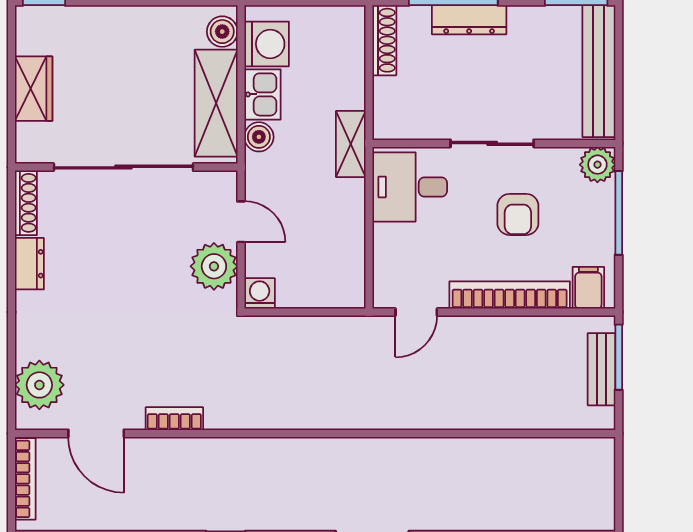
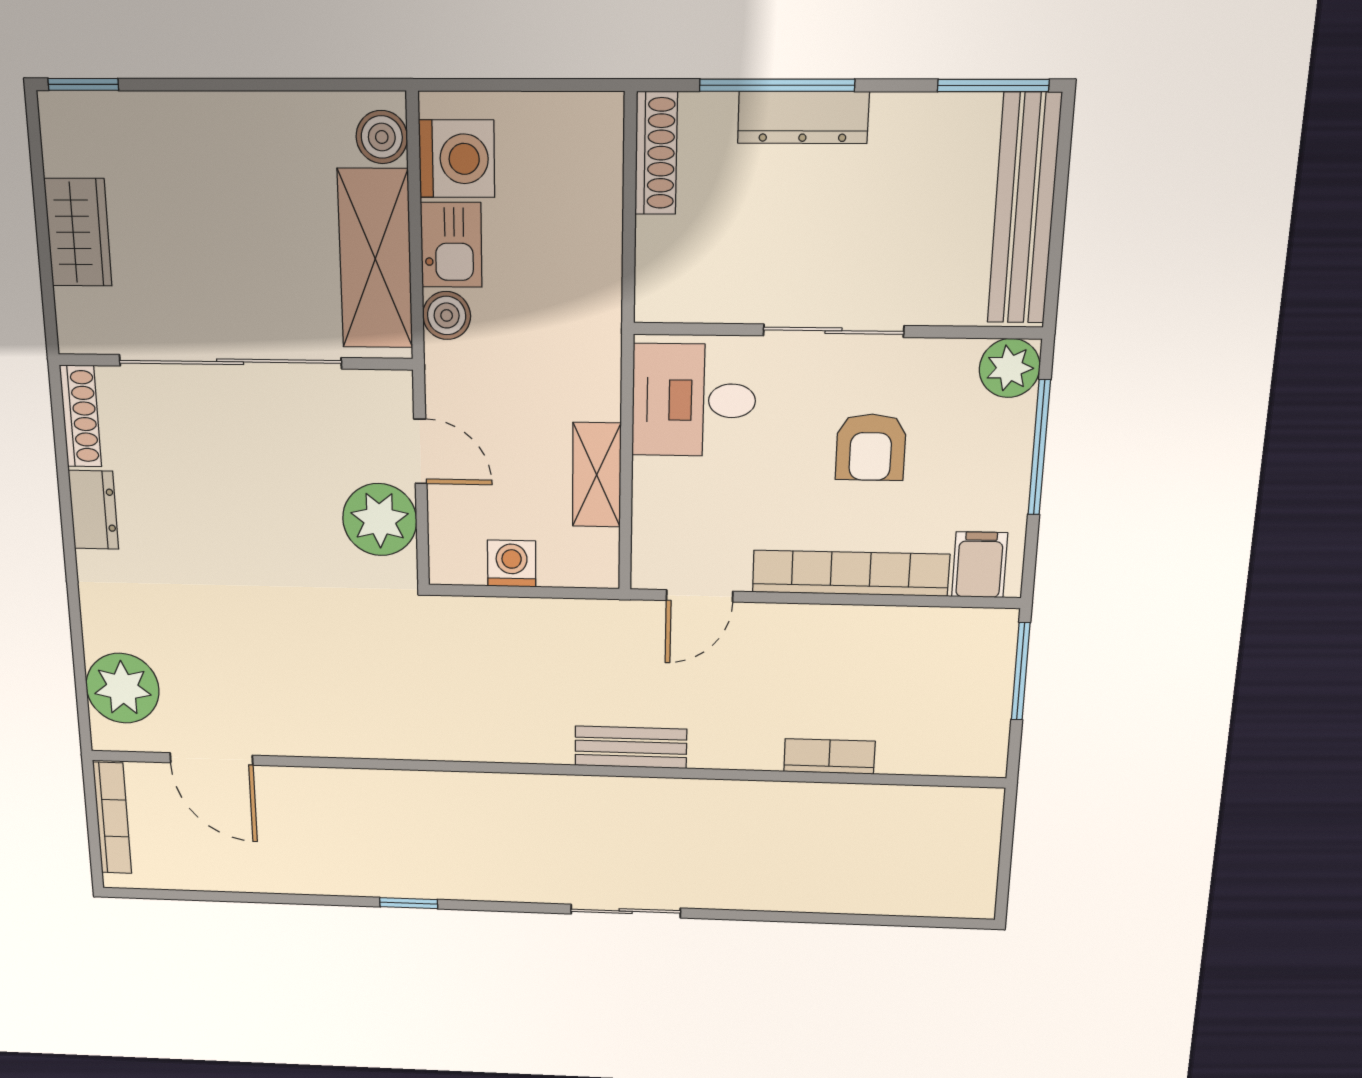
shelving: (351, 144) -> (597, 475), moved
washing machine: (260, 293) -> (512, 564), moved
bench: (602, 369) -> (631, 747), moved, turned 90
bookcase: (174, 419) -> (829, 756), moved

